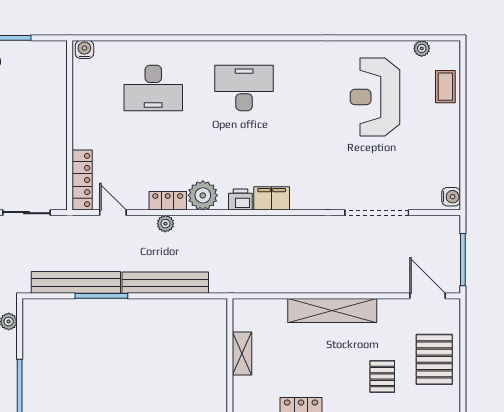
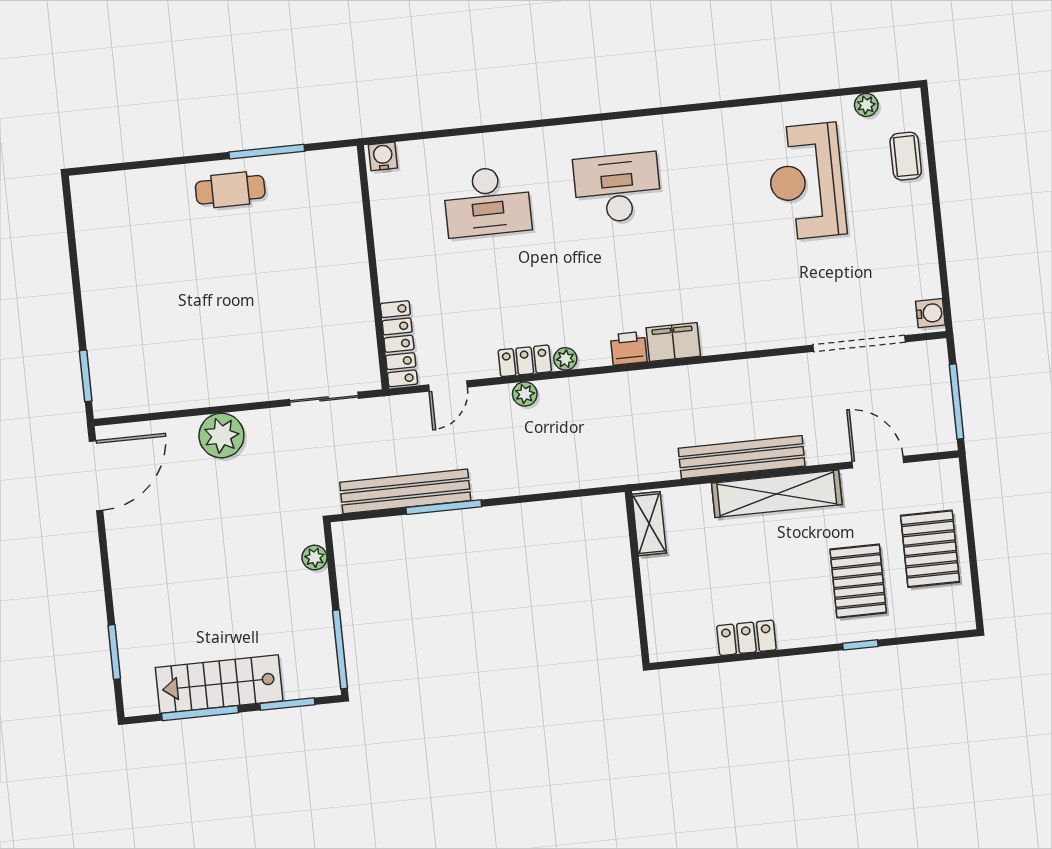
plant: (203, 195) -> (565, 359), width x0.53, depth x0.53
door: (113, 213) -> (448, 386), swing flipped
doorway: (377, 213) -> (859, 344), moved
bench: (165, 283) -> (742, 457), moved
door: (427, 296) -> (878, 462), moved
shelving: (242, 353) -> (649, 524), moved
pallet: (382, 377) -> (858, 581), width x1.50, depth x1.42

